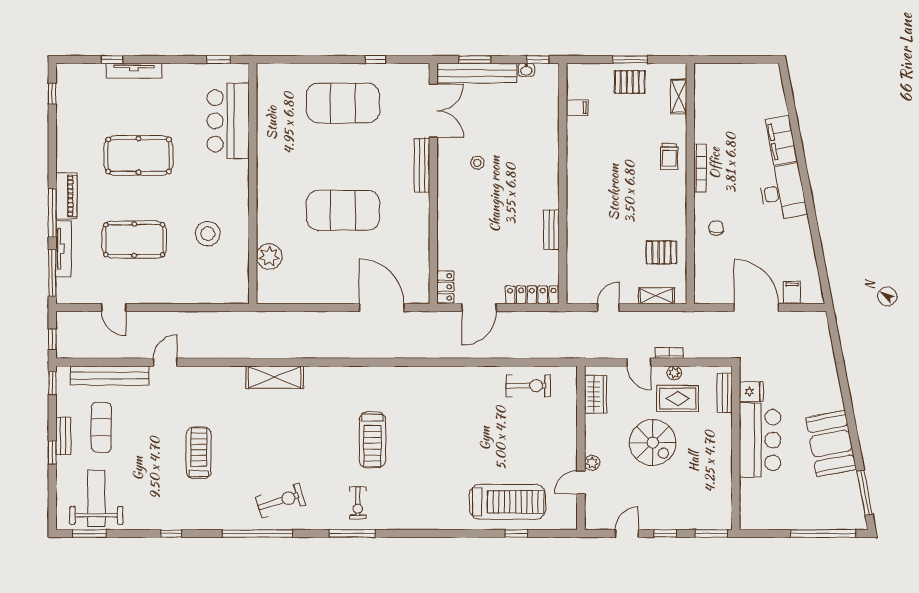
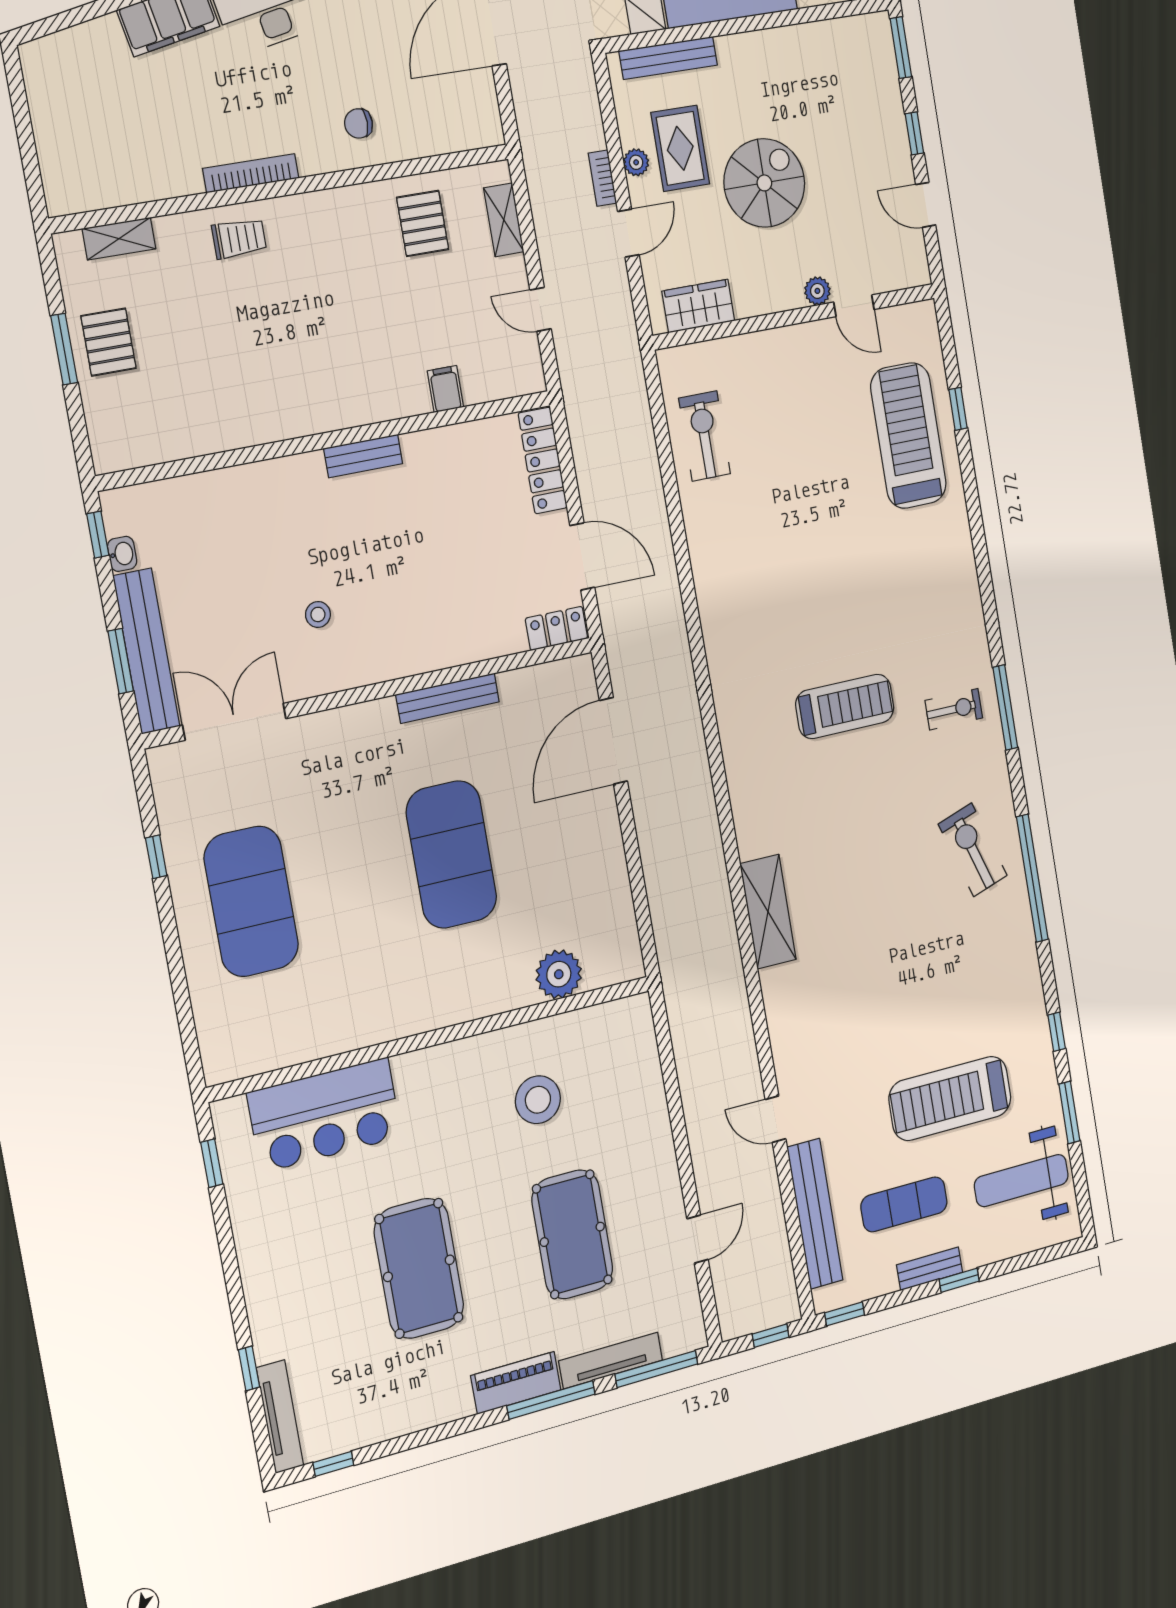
tv unit: (134, 71) -> (280, 1417), moved
filing cabinet: (577, 108) -> (445, 389), moved
bench: (422, 165) -> (448, 698), moved
bench: (551, 230) -> (363, 456), moved
bench: (725, 393) -> (668, 58), width x1.36
treadmill: (199, 453) -> (950, 1098), moved, width x1.37, depth x1.38
window: (90, 533) -> (1069, 1112), moved

